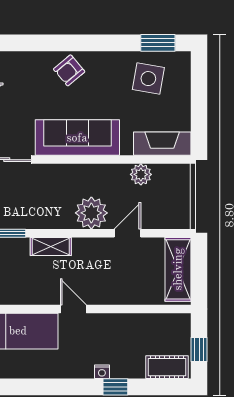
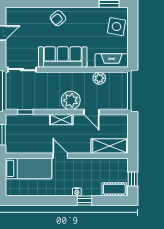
side table: (148, 79) -> (117, 27), moved
door: (127, 233) -> (92, 112), swing flipped
shelving: (51, 247) -> (61, 120), moved
shelving: (178, 269) -> (110, 146), moved, turned 90

